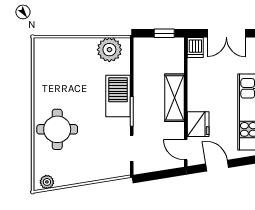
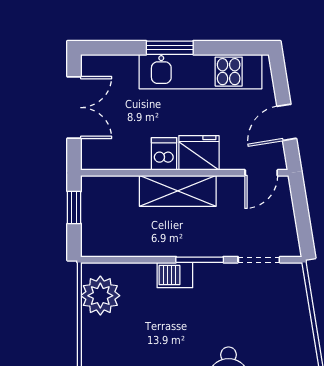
dishwasher: (195, 48) -> (164, 154), moved, turned -90
barbecue: (118, 96) -> (175, 275), width x0.53, depth x0.65
fridge: (198, 124) -> (199, 153), moved

